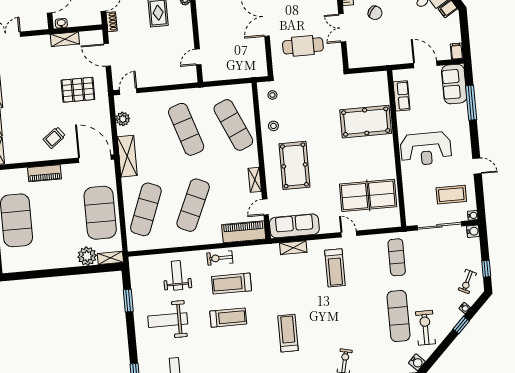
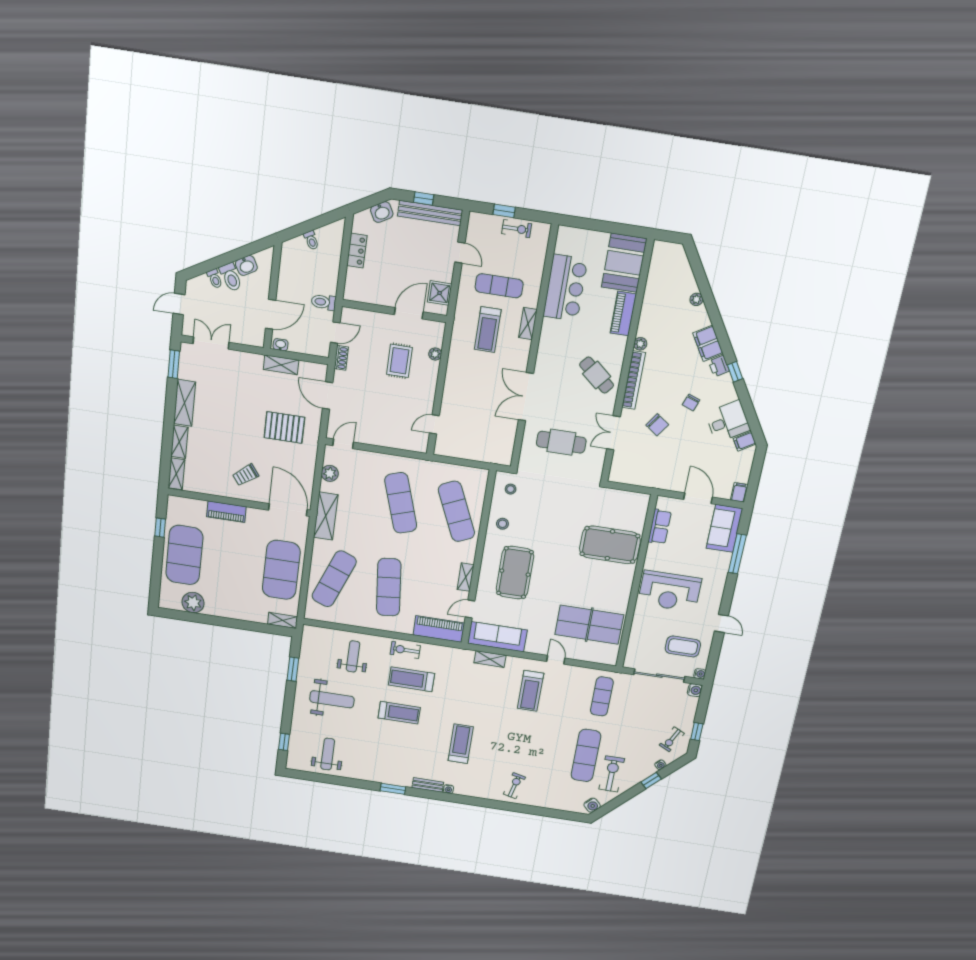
exercise mat: (193, 205) -> (389, 587), turned -30
plant: (87, 256) -> (193, 603), moved
weight bench: (168, 320) -> (332, 699), turned 180

